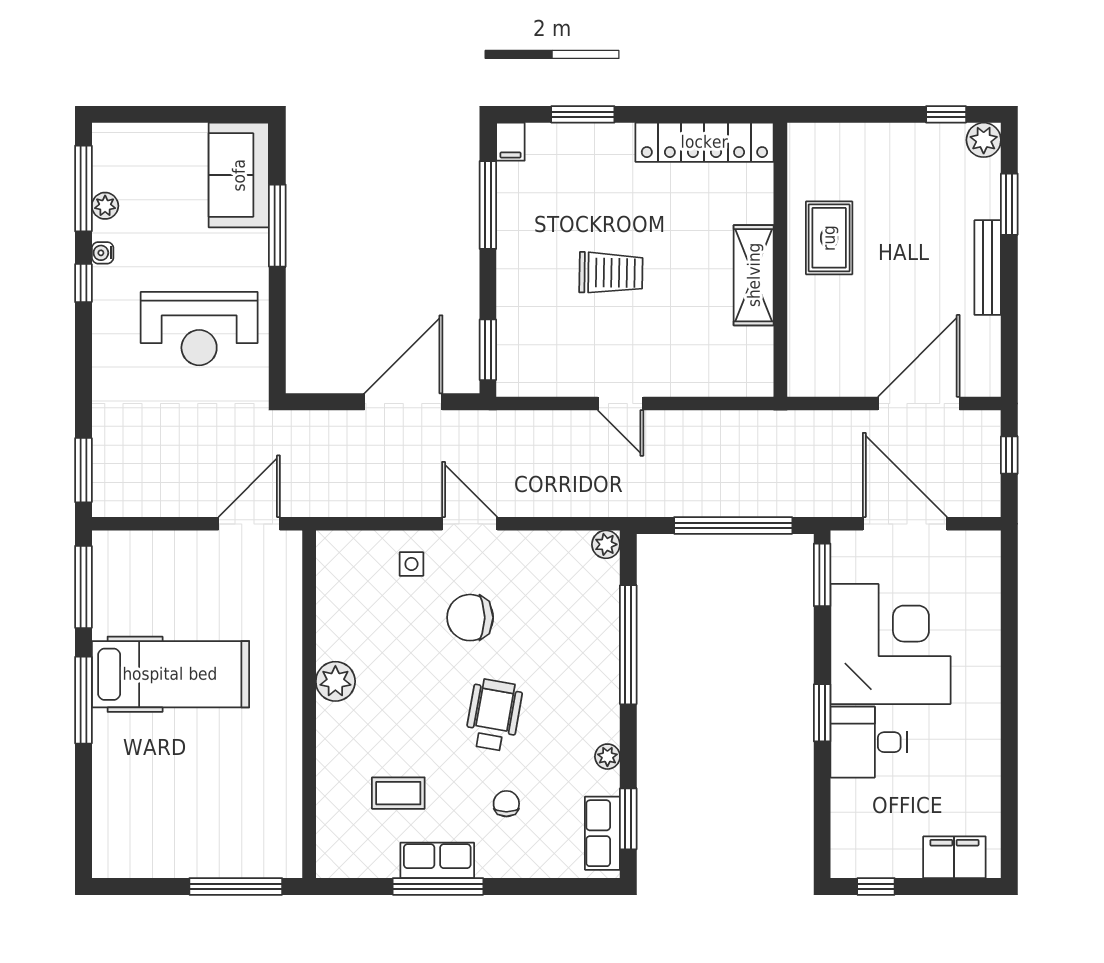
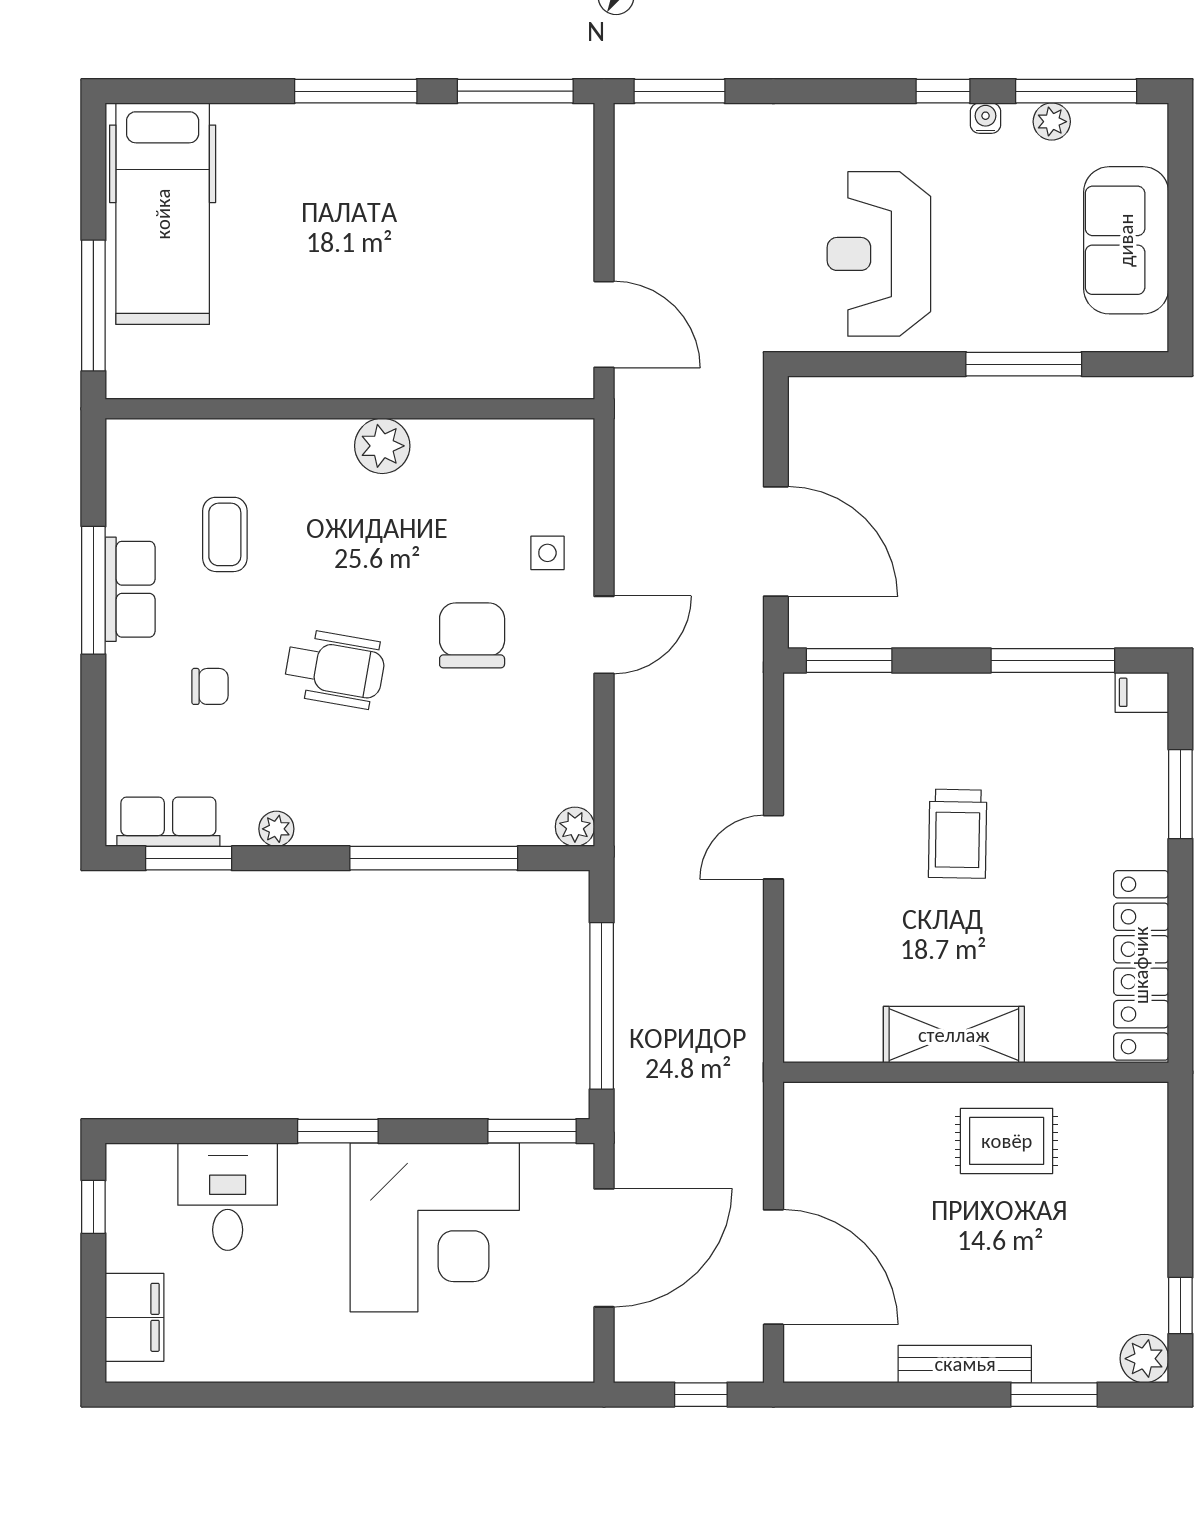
sofa: (239, 175) -> (1126, 240), moved, turned -90
hospital bed: (170, 674) -> (163, 214), moved
desk: (869, 742) -> (228, 1197), moved

